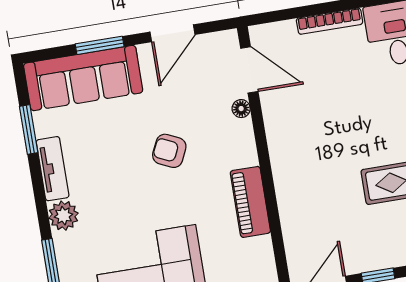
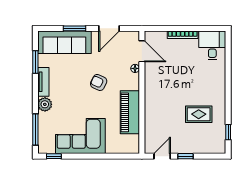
piano: (250, 202) -> (130, 112), width x1.37, depth x1.33

